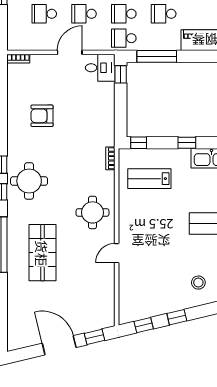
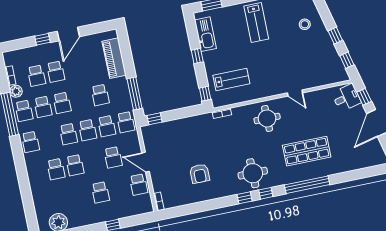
school desk: (44, 14) -> (139, 184), moved
desk: (100, 68) -> (346, 98), moved, turned 77
lab bench: (149, 179) -> (231, 79), turned -90

